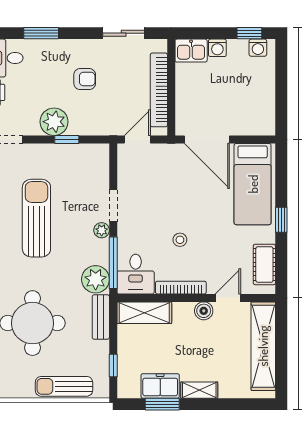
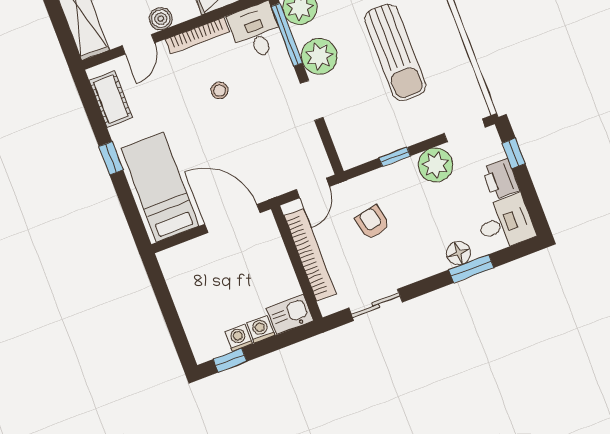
washing machine: (258, 48) -> (239, 338), moved
floor lamp: (46, 49) -> (458, 253), added
armchair: (85, 79) -> (372, 222), moved, turned 78
plant: (54, 122) -> (436, 165), moved
plant: (102, 230) -> (319, 56), width x1.88, depth x1.88

